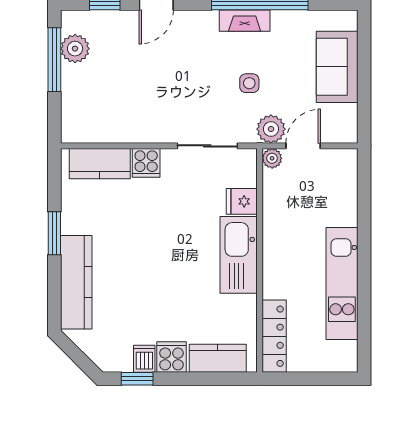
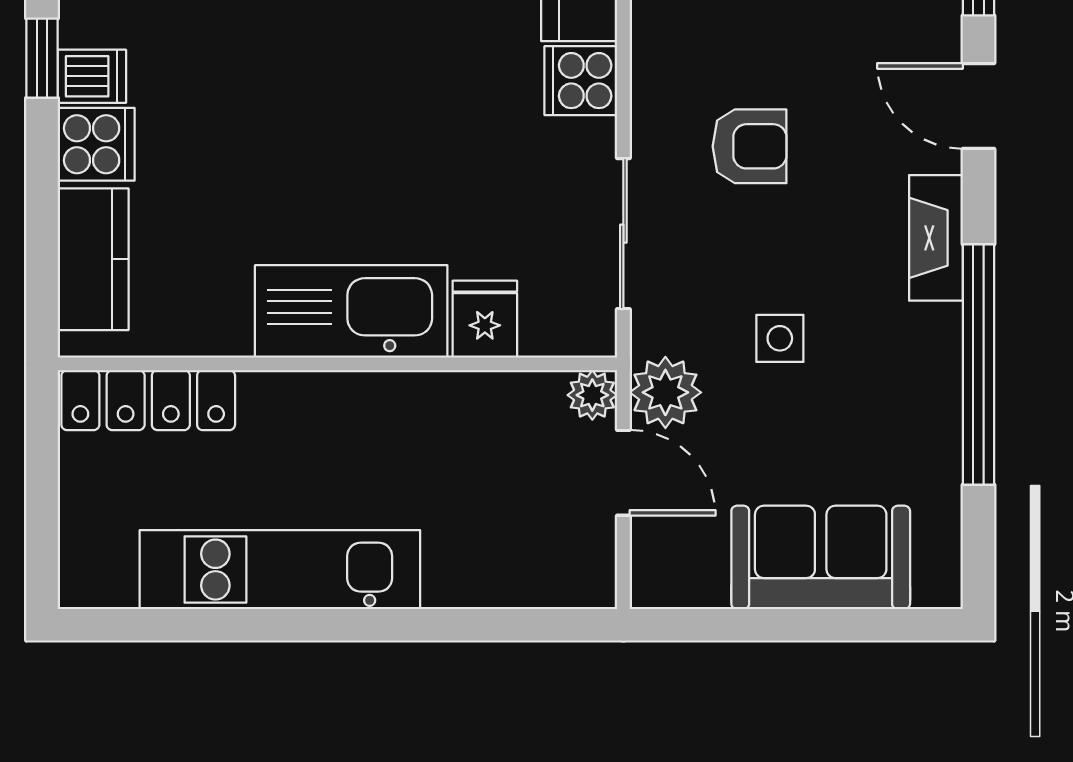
fireplace: (245, 21) -> (936, 238), moved
armchair: (172, 95) -> (750, 146), added

